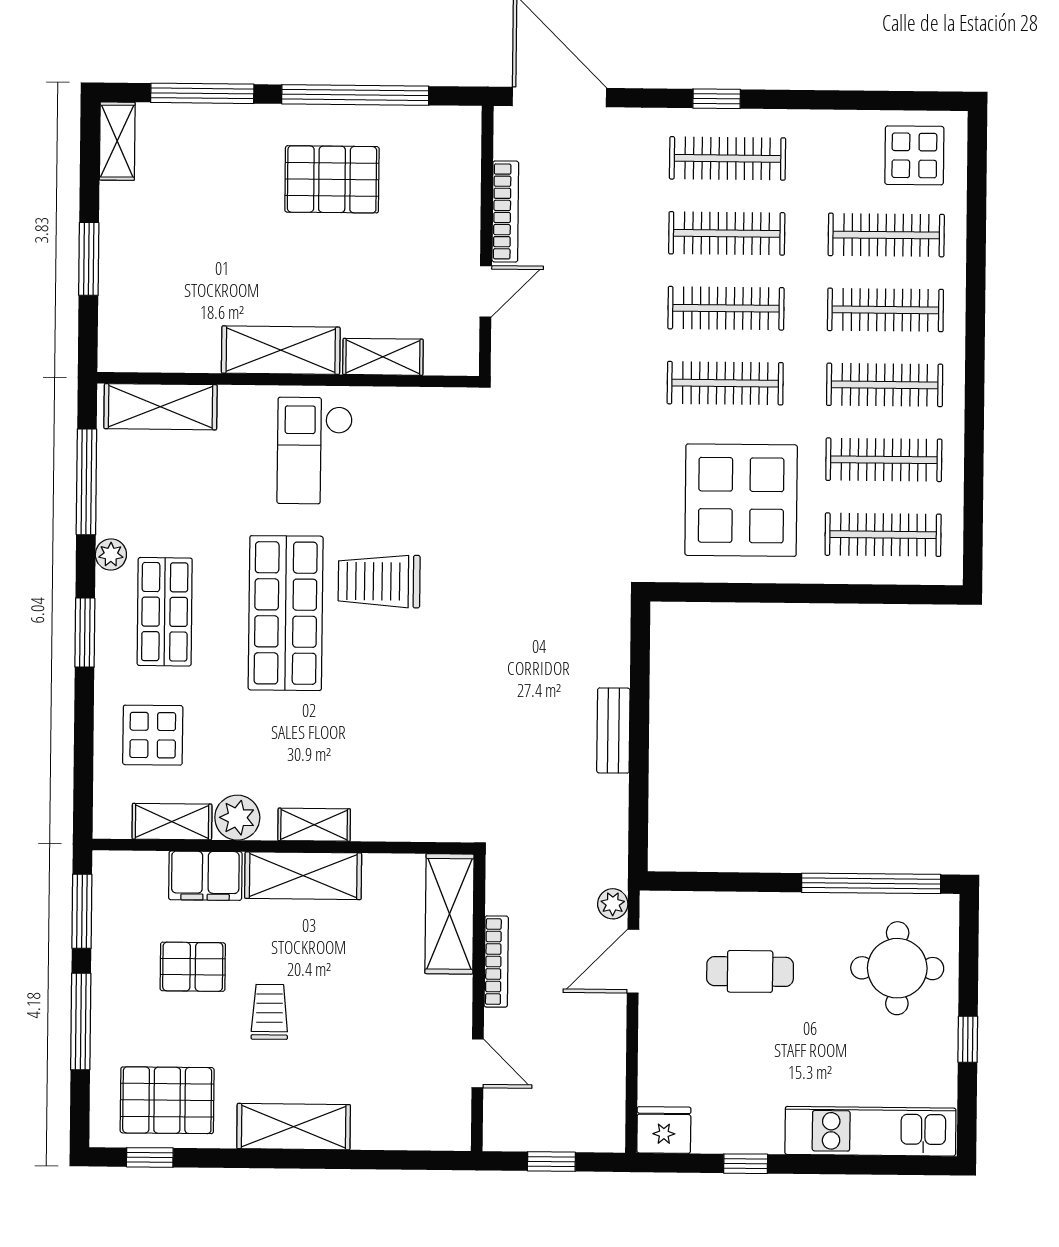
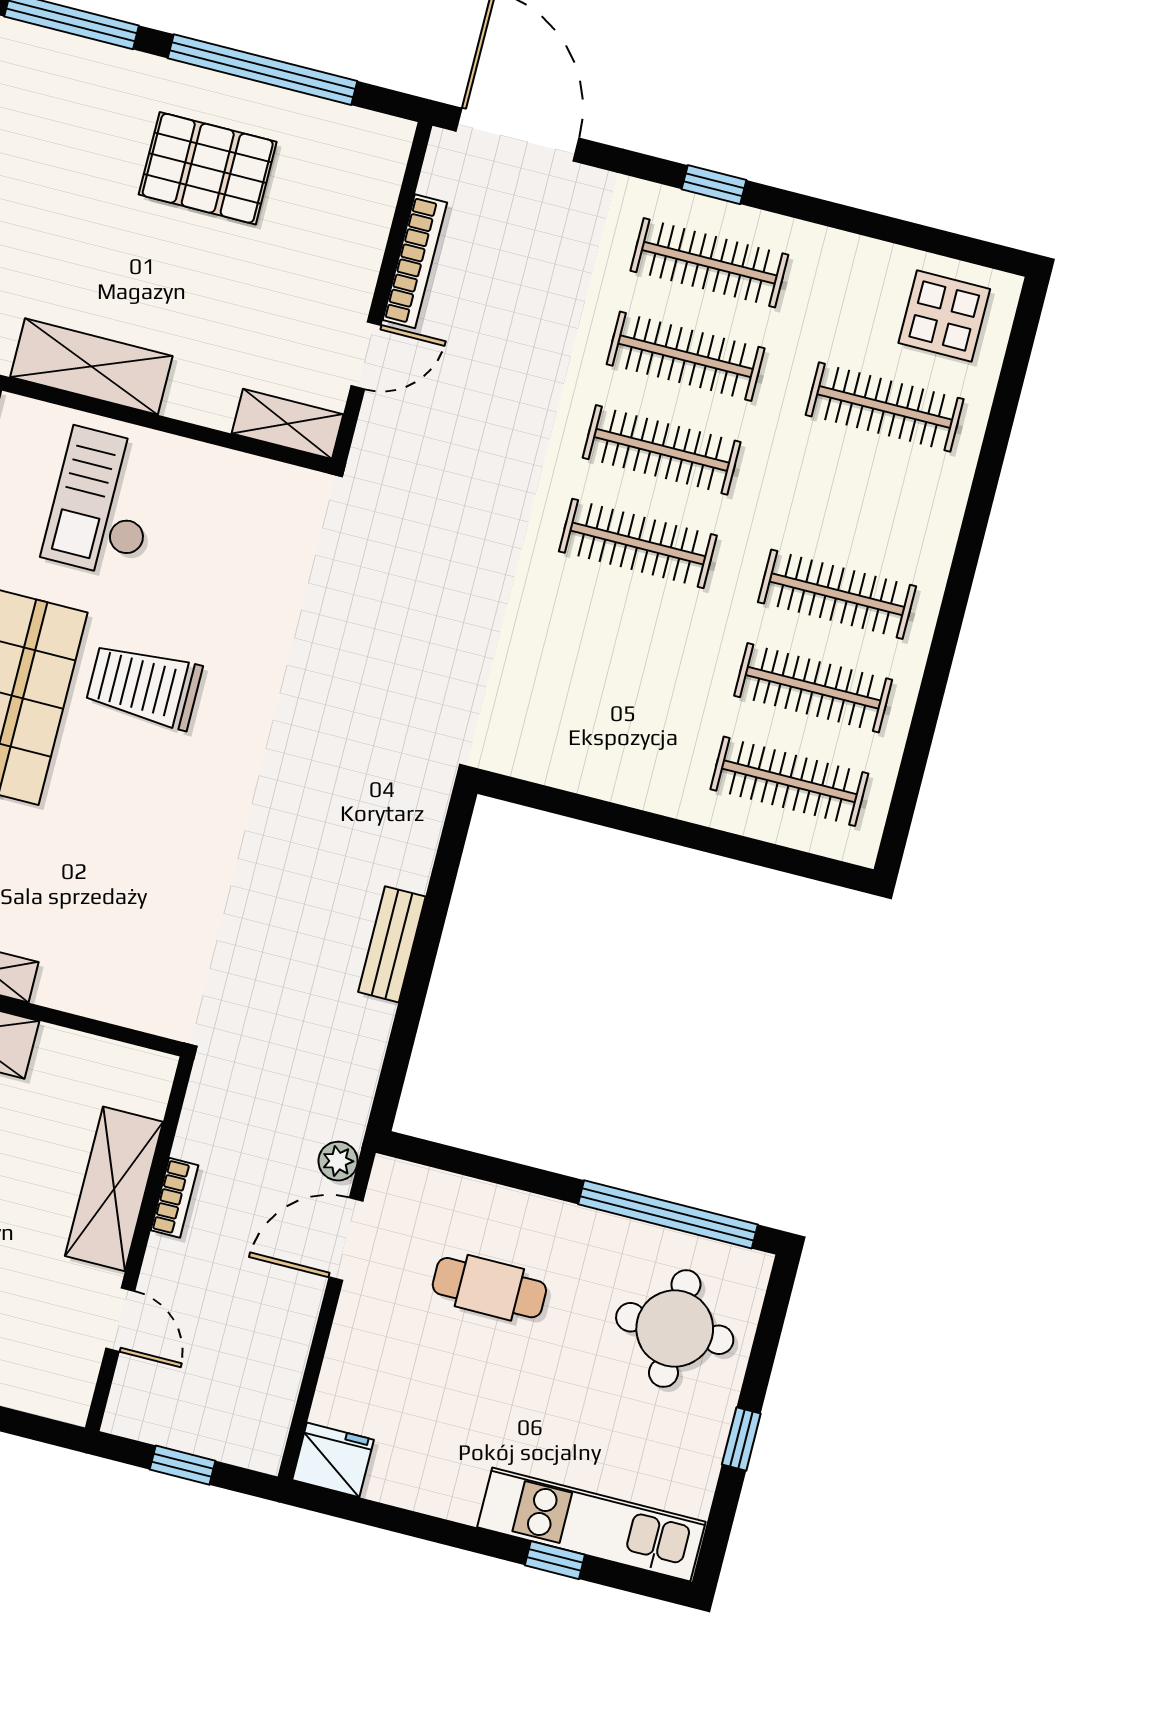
clothes rail: (885, 310) -> (861, 501), removed
shelving: (383, 357) -> (288, 424), moved
display table: (741, 500) -> (622, 695), removed
shelving: (449, 914) -> (114, 1189), moved
bookcase: (496, 962) -> (175, 1198), width x0.64
window: (746, 1164) -> (555, 1560), moved

